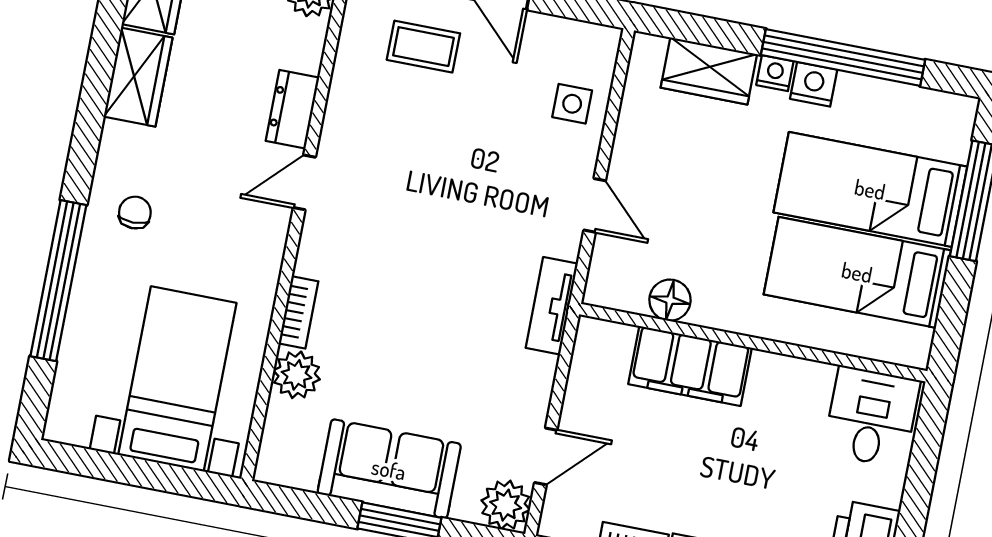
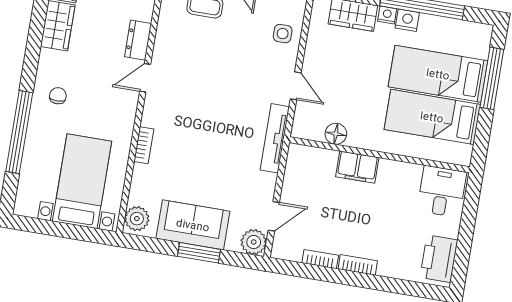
tv unit: (552, 306) -> (275, 138), width x1.41
filing cabinet: (690, 366) -> (357, 167), width x0.67, depth x0.86
plant: (297, 375) -> (137, 219), moved

